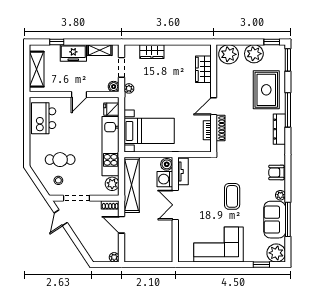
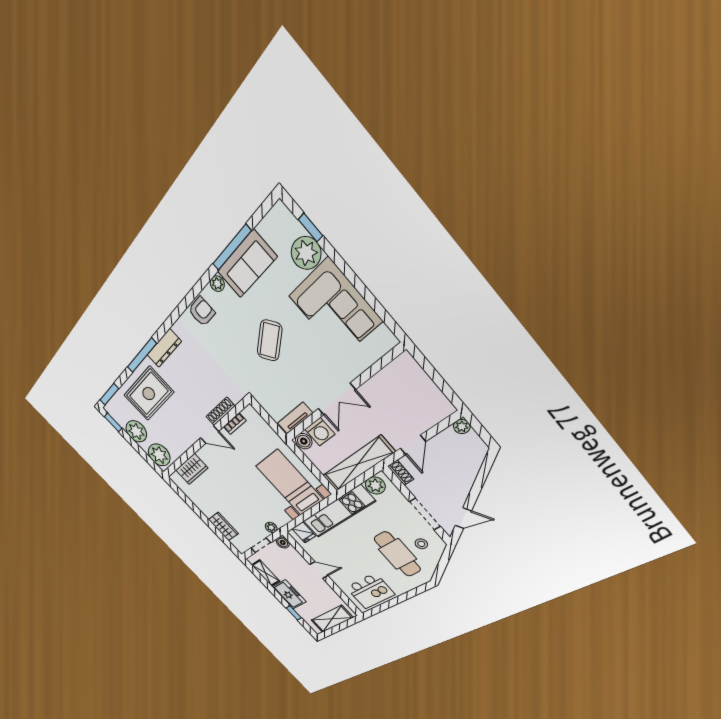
cafe table: (60, 160) -> (397, 554), width x1.37, depth x1.35
armchair: (276, 172) -> (202, 312), turned -90
coffee table: (232, 196) -> (270, 341), turned -36
plant: (276, 253) -> (306, 253), moved

